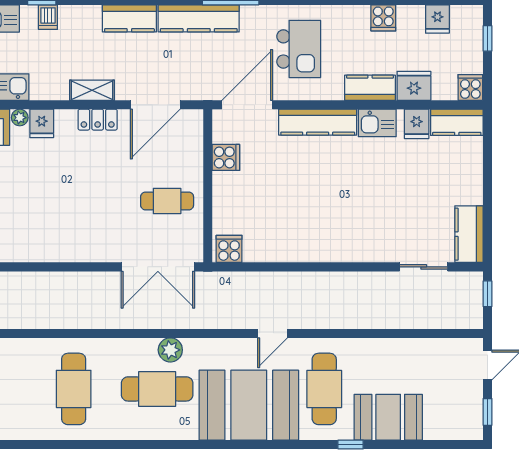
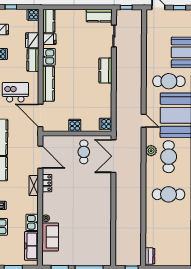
fridge: (42, 123) -> (49, 208), removed
cooker: (226, 157) -> (75, 125), moved
kitchen counter: (347, 248) -> (105, 71), added
double door: (158, 267) -> (114, 156), swing flipped
door: (272, 333) -> (144, 121), moved

